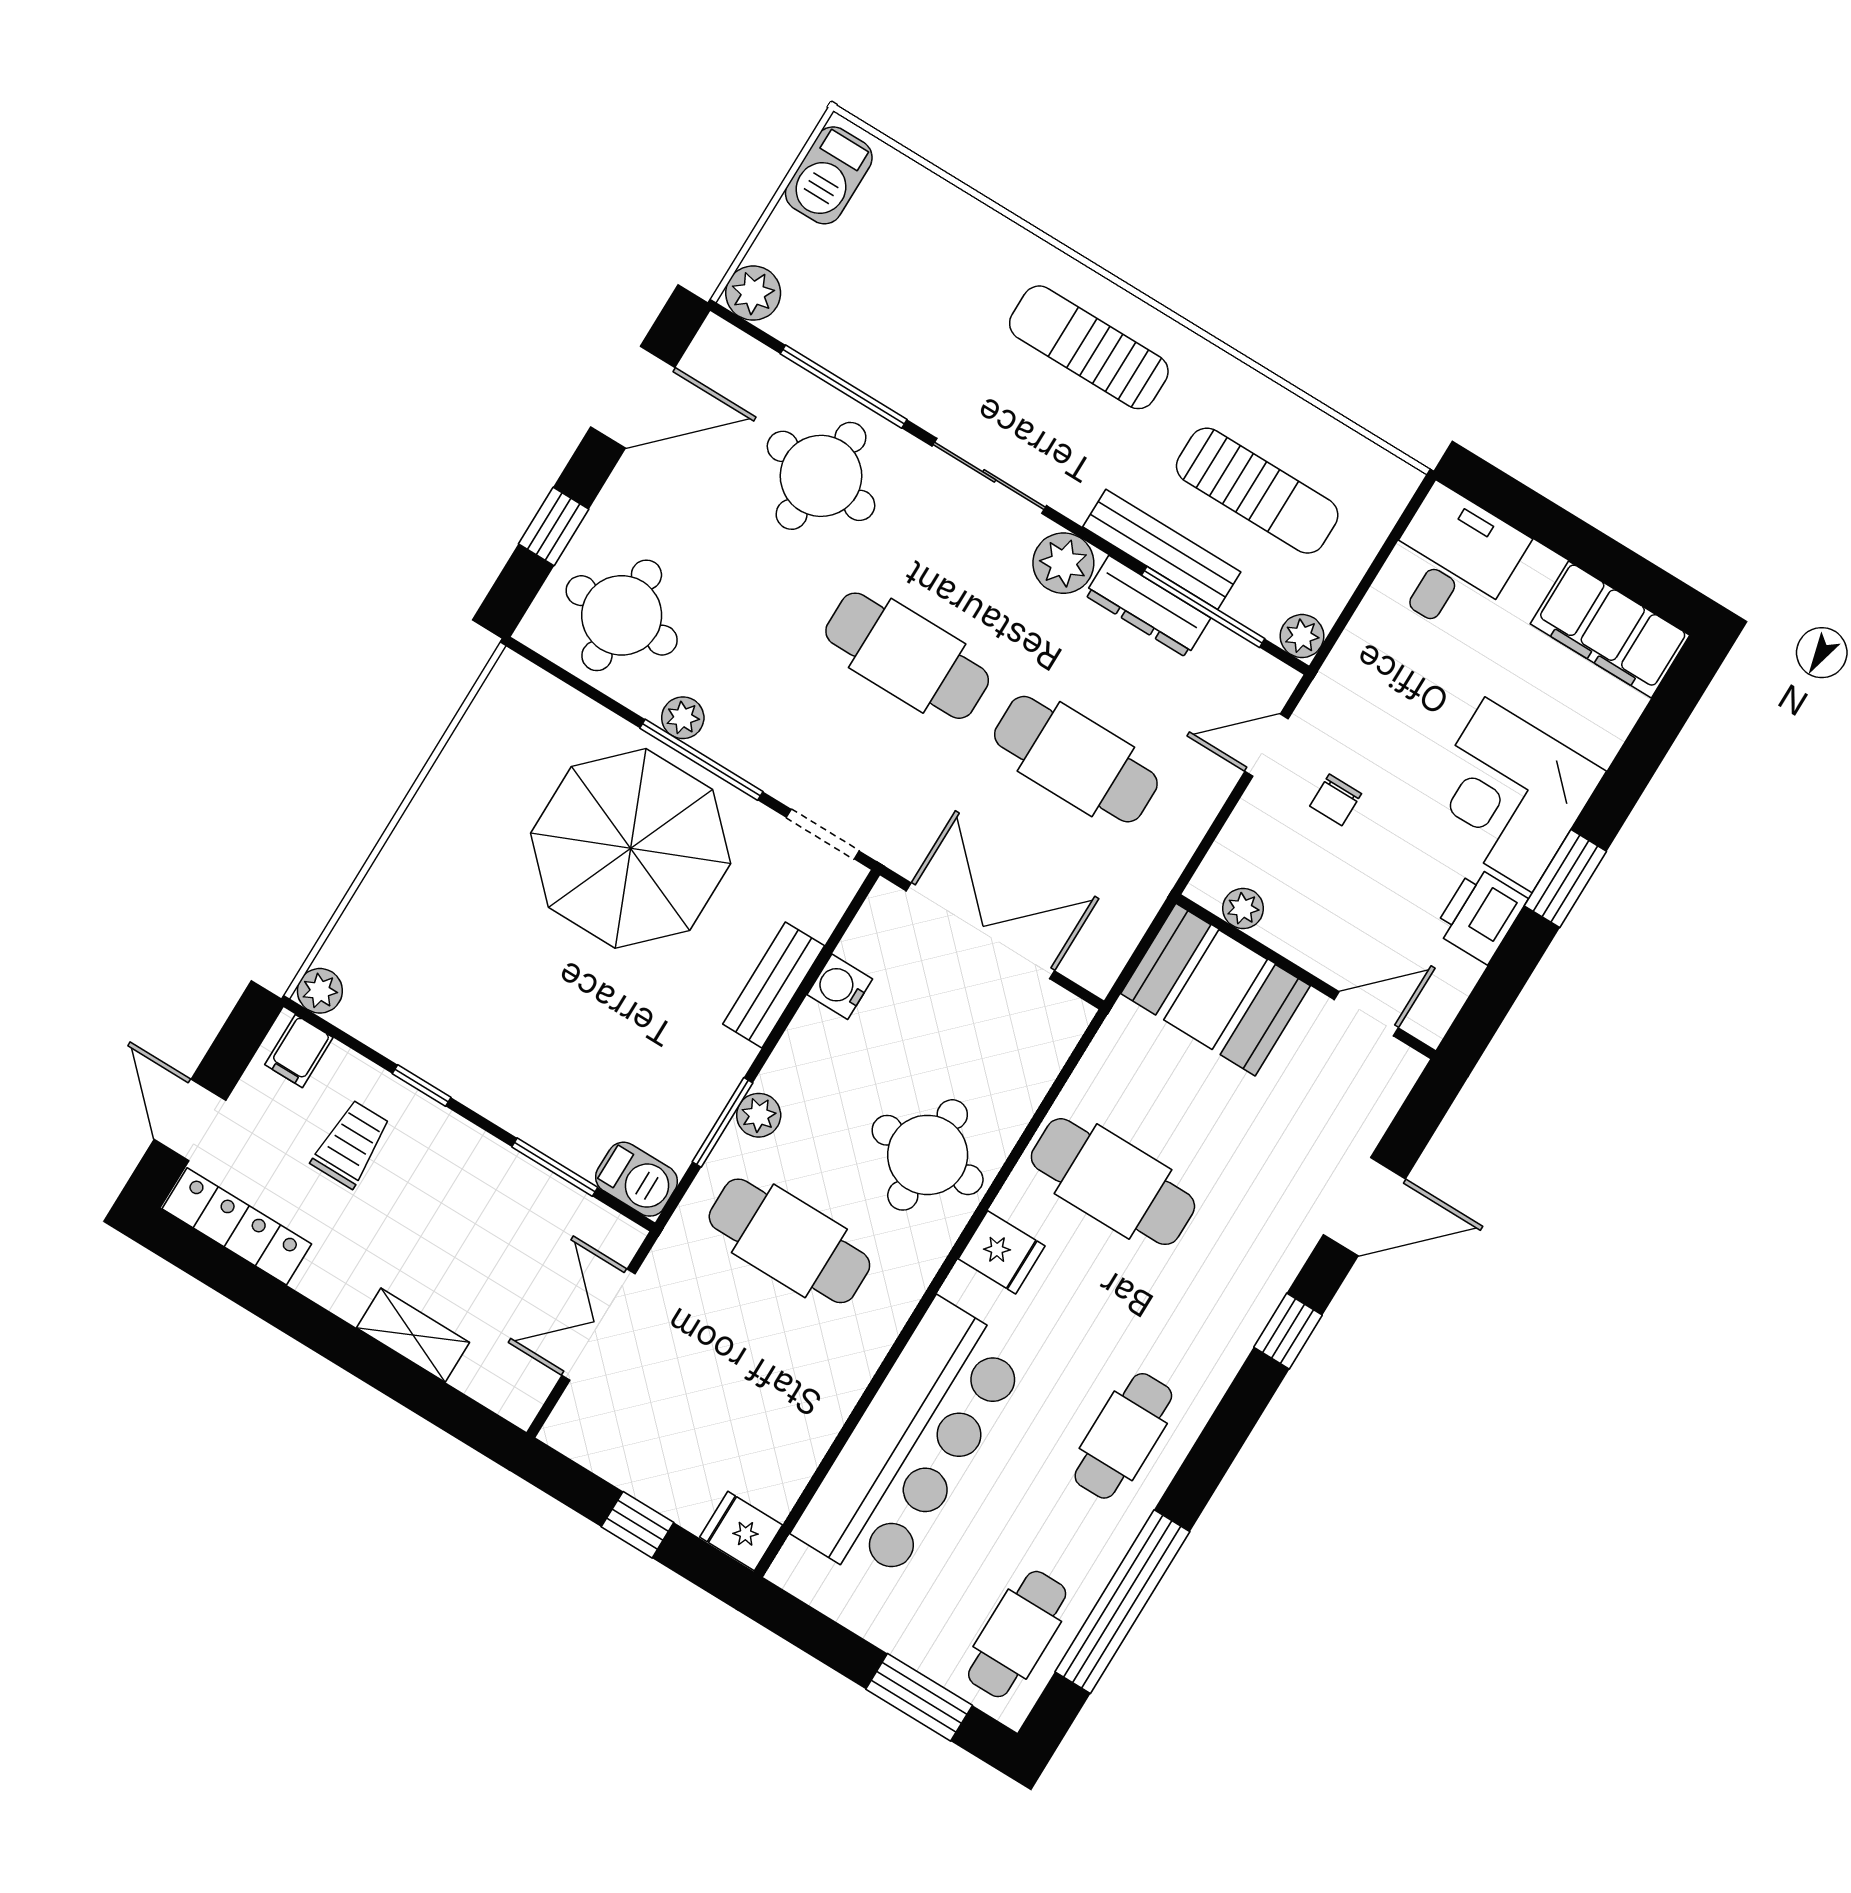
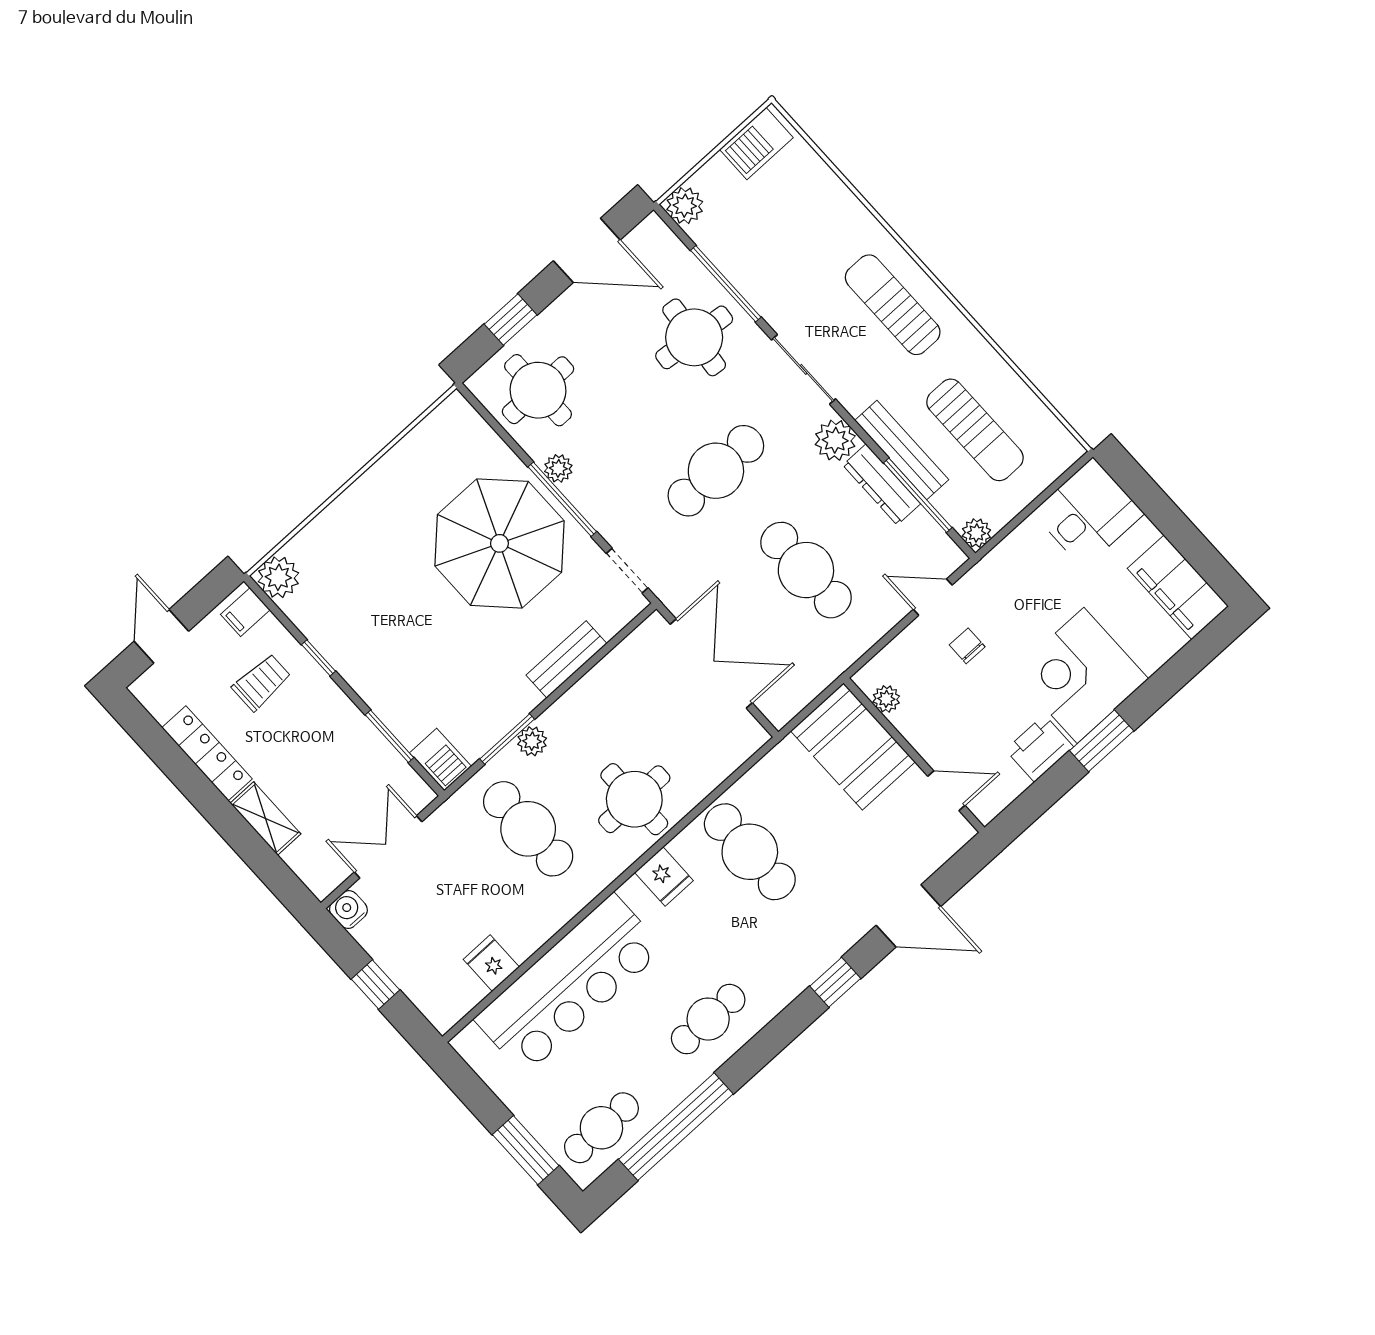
cafe table: (907, 656) -> (716, 471), turned 90
chair: (1336, 800) -> (967, 646), turned 90
water cooler: (840, 987) -> (348, 910), moved
plant: (320, 991) -> (278, 577), width x1.38, depth x1.38
locker: (237, 1226) -> (207, 753), moved
fridge: (741, 1531) -> (491, 963), moved

